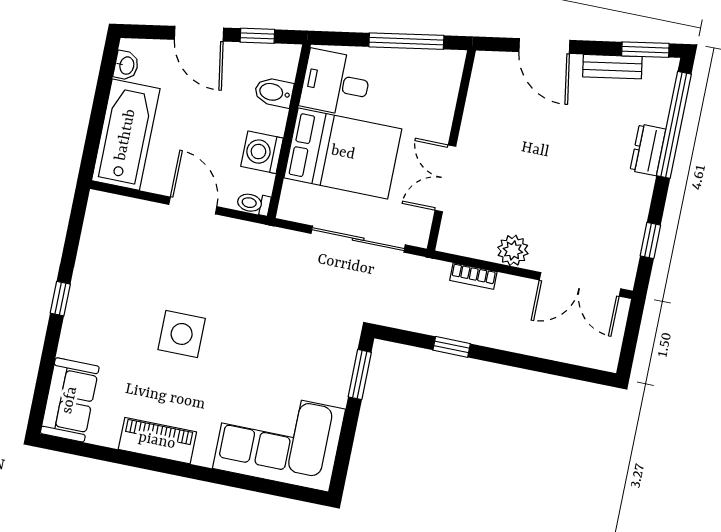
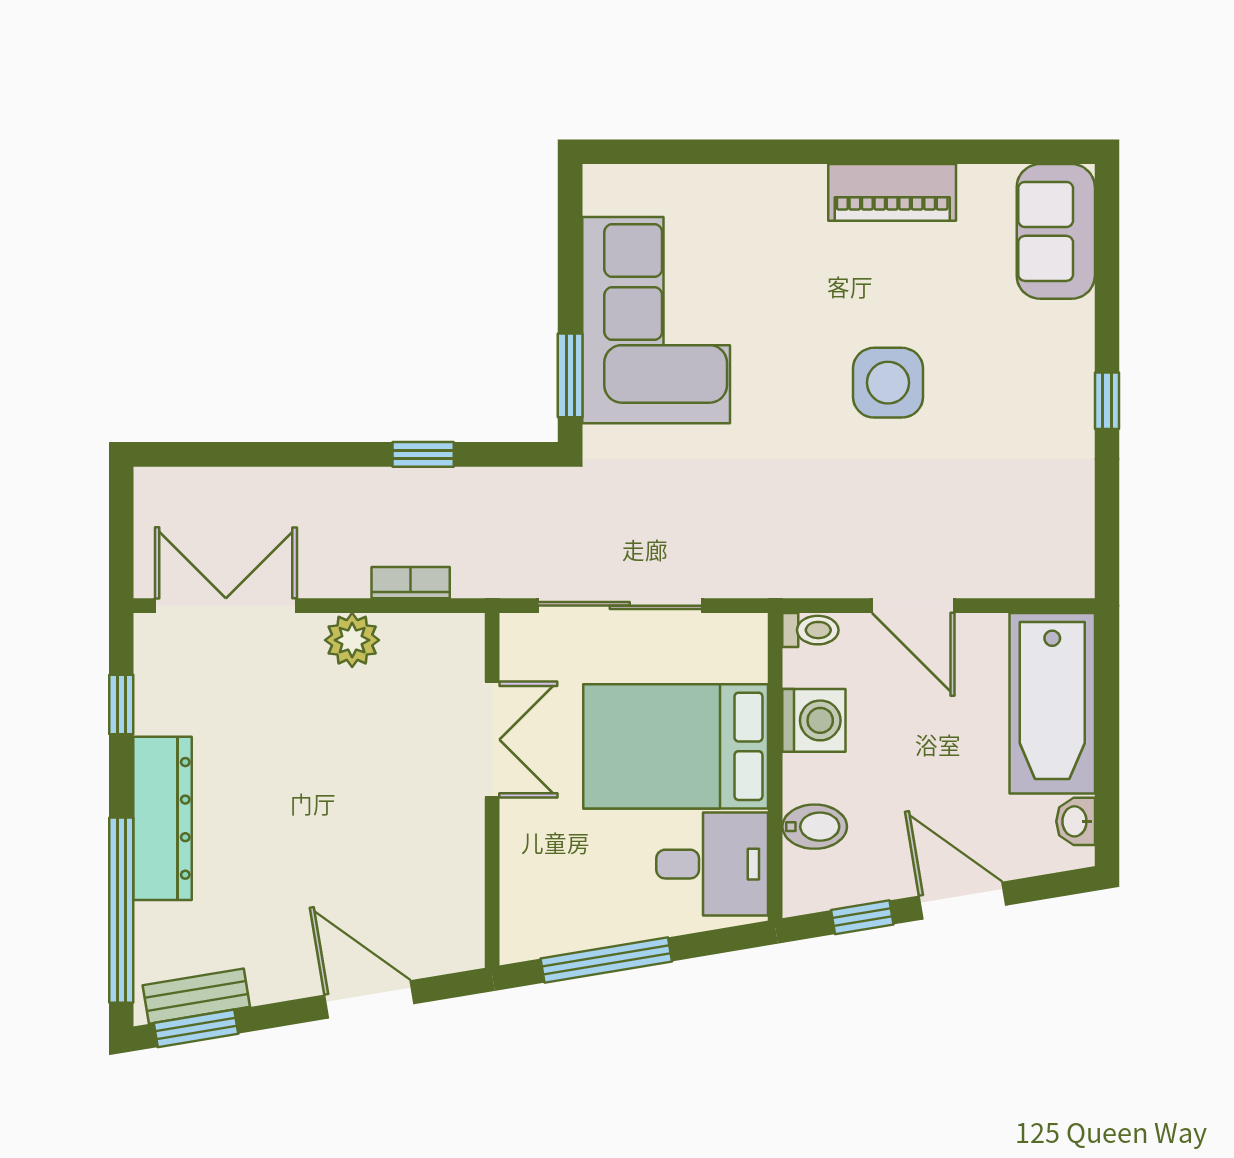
bench: (612, 67) -> (196, 996), moved
dresser: (648, 150) -> (163, 818), width x1.96, depth x1.24
corner sofa: (279, 439) -> (656, 320), moved, turned -90

